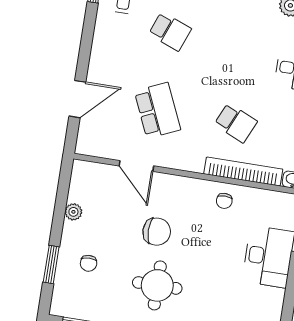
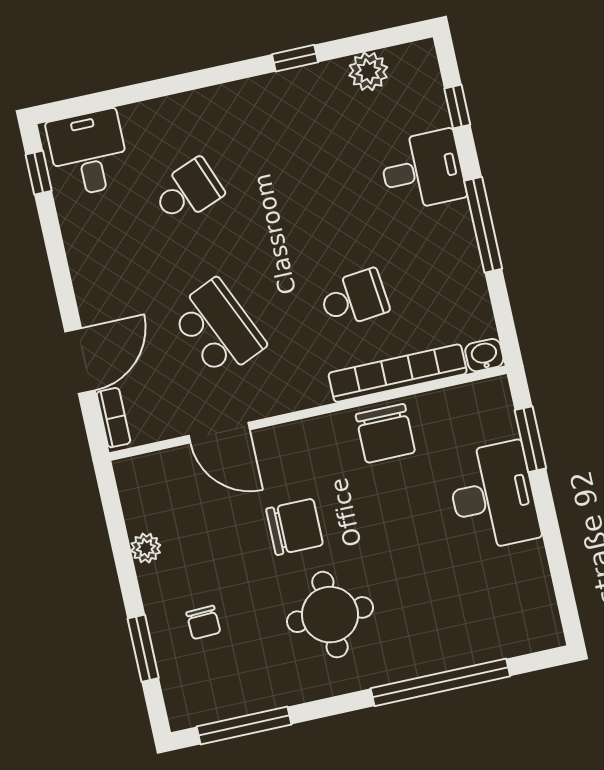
school desk: (170, 31) -> (188, 191), turned -42
school desk: (236, 123) -> (354, 298), turned -30
bookcase: (83, 136) -> (113, 418), added
chair: (224, 201) -> (385, 433), width x1.87, depth x1.87

